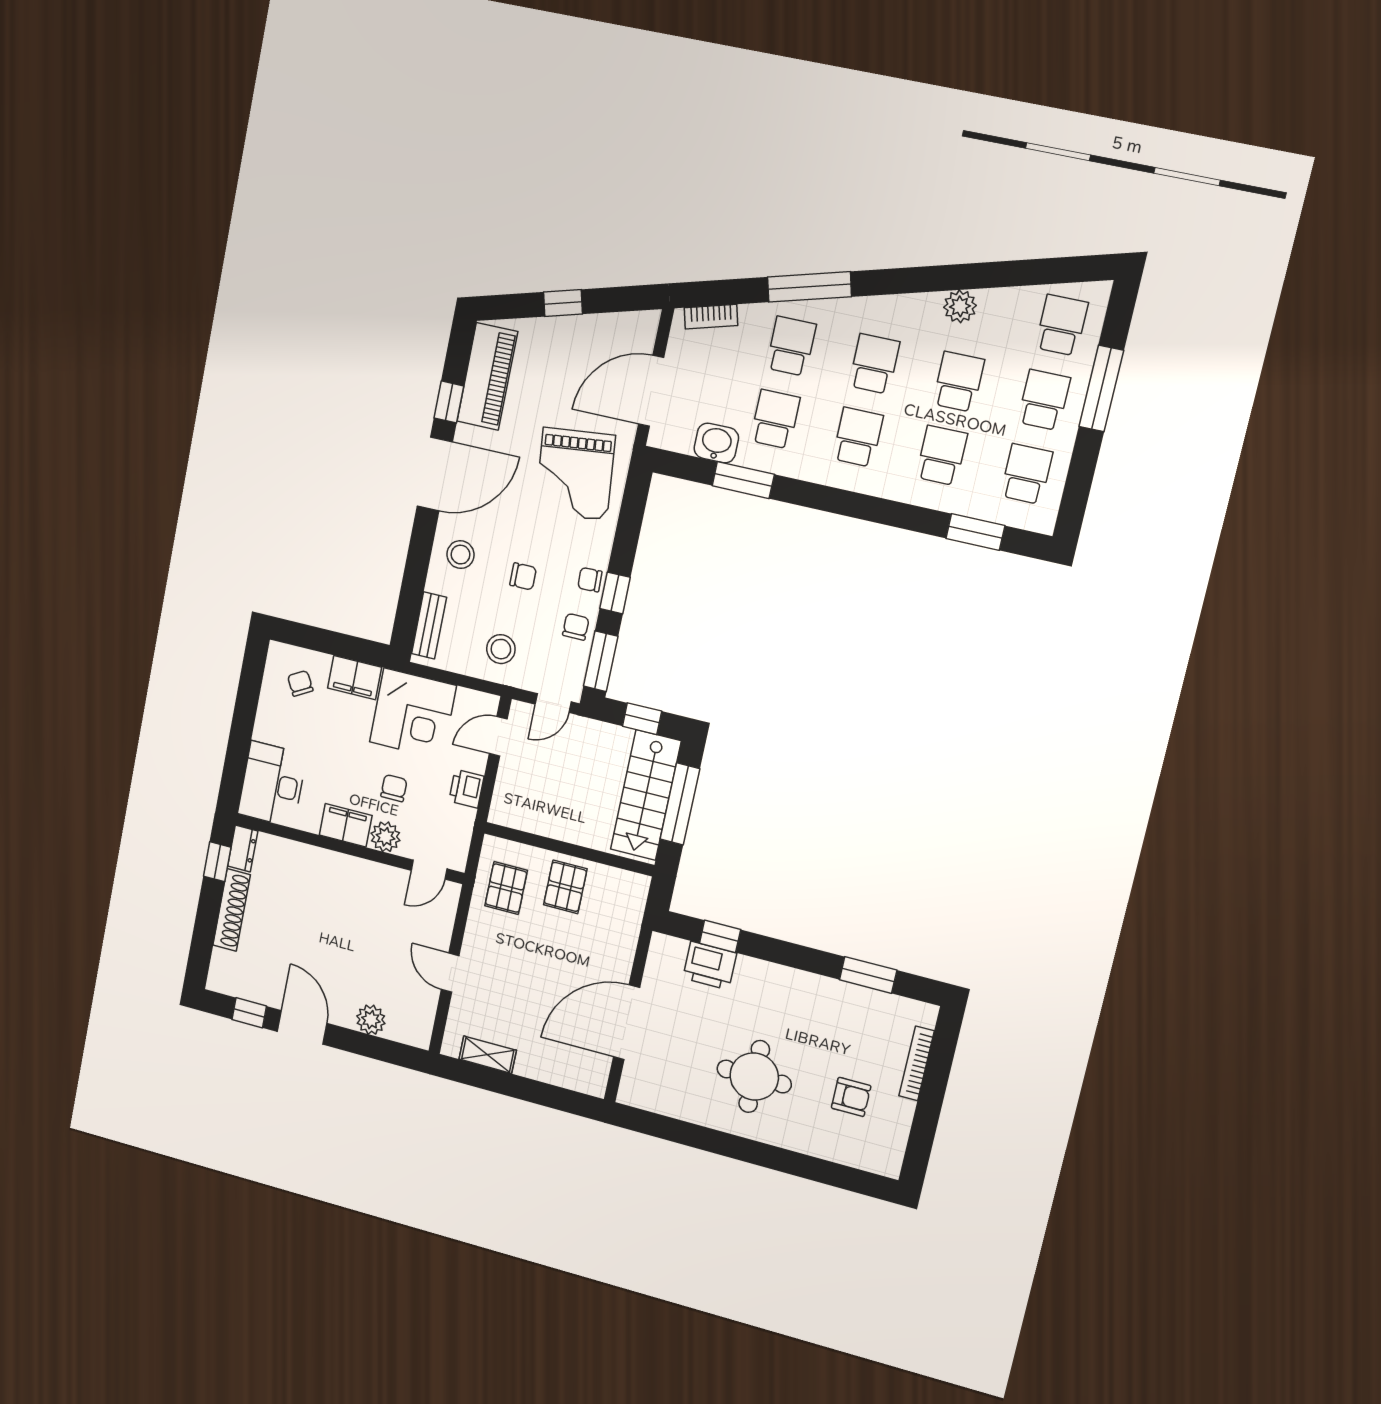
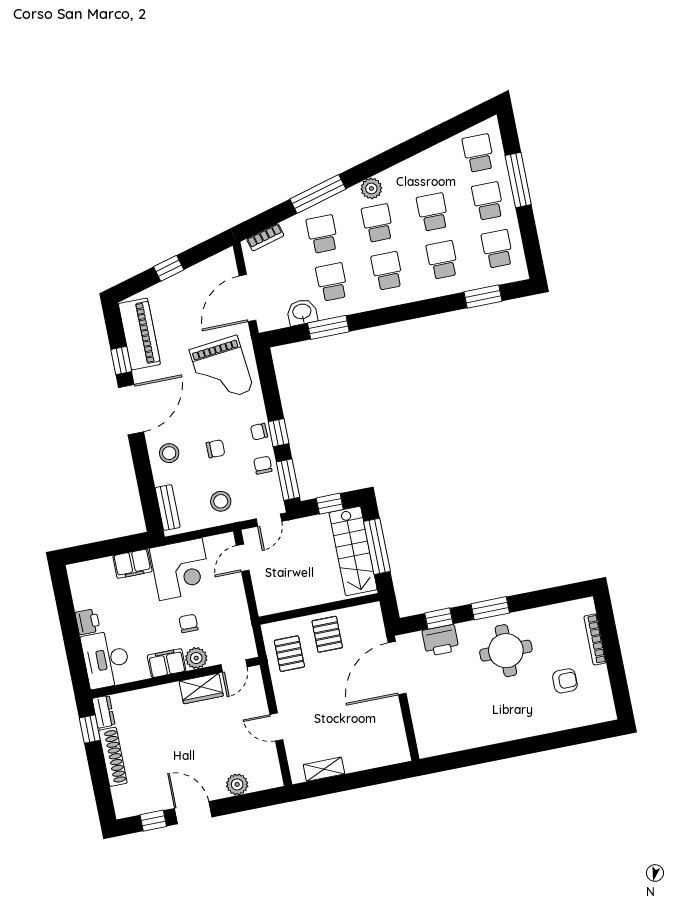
plant: (960, 306) -> (371, 188), moved
chair: (300, 683) -> (98, 584), removed
printer: (466, 789) -> (88, 622), moved, turned 180
wardrobe: (376, 878) -> (201, 689), added
window: (868, 975) -> (490, 608), moved
door: (626, 1022) -> (397, 668), moved
round table: (754, 1077) -> (506, 651), moved

